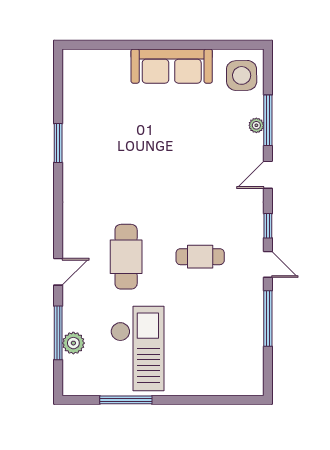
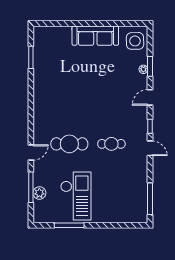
window: (268, 120) -> (150, 66), width x0.69
window: (58, 143) -> (31, 57), moved
cafe table: (126, 257) -> (69, 144), turned 90
window: (268, 319) -> (150, 199), moved

